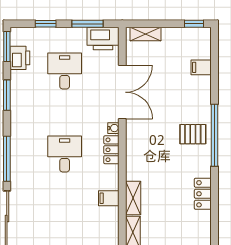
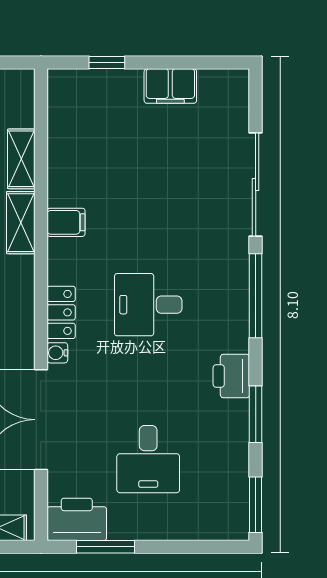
window: (46, 24) -> (183, 547), removed
printer: (20, 58) -> (231, 376), moved
desk: (65, 154) -> (148, 305), turned 90

